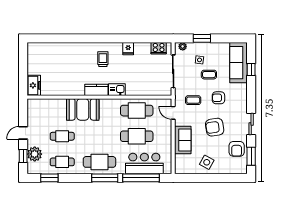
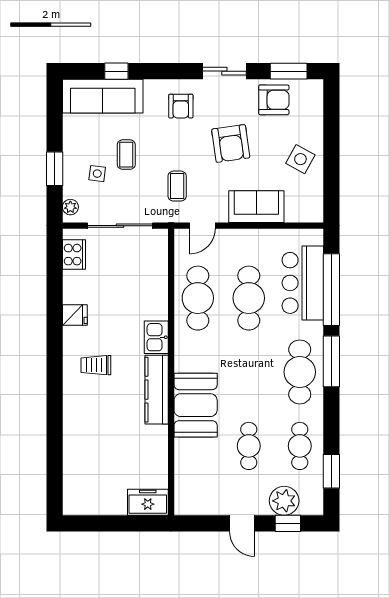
kitchen counter: (96, 90) -> (157, 390), width x1.50
armchair: (218, 98) -> (181, 106), moved

